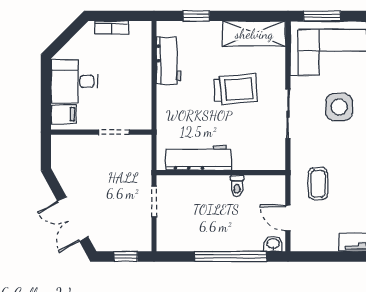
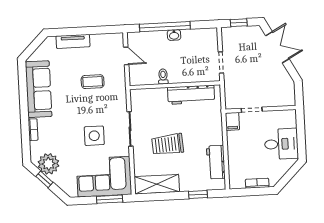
filing cabinet: (64, 114) -> (232, 121), moved, turned -90
coffee table: (318, 184) -> (93, 82), moved, turned 90
washbasin: (273, 244) -> (174, 35), moved

